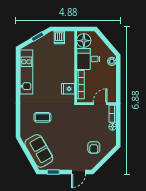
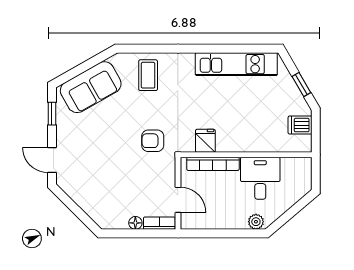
floor lamp: (84, 41) -> (294, 170), removed
coffee table: (42, 117) -> (148, 75), moved
armchair: (94, 147) -> (153, 141), moved

